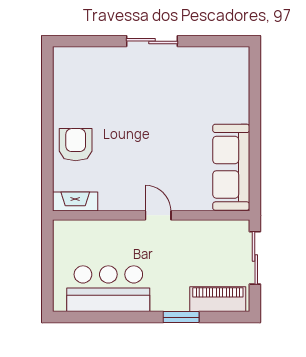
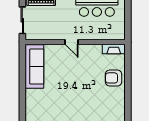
armchair: (76, 145) -> (114, 78), turned 90

